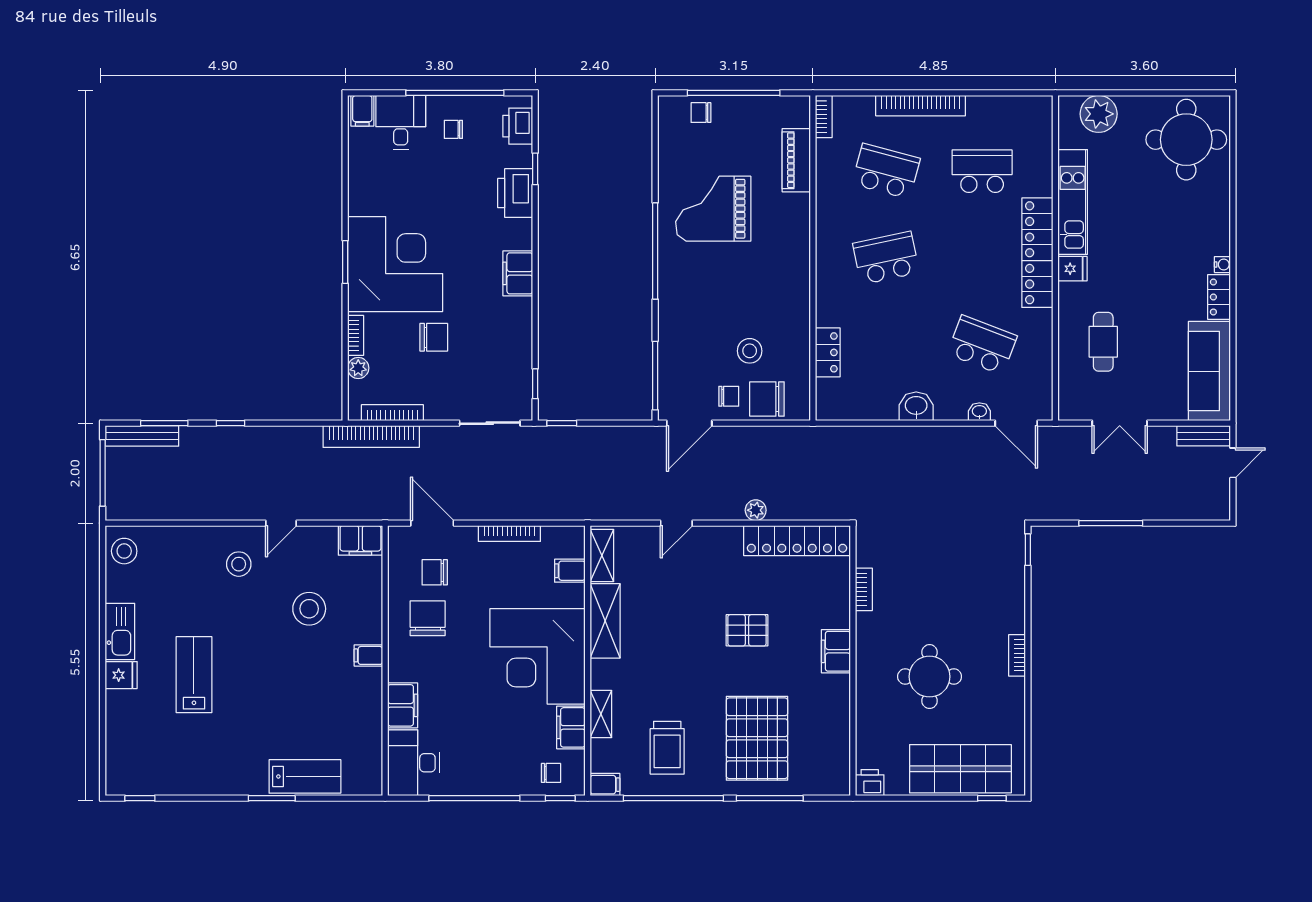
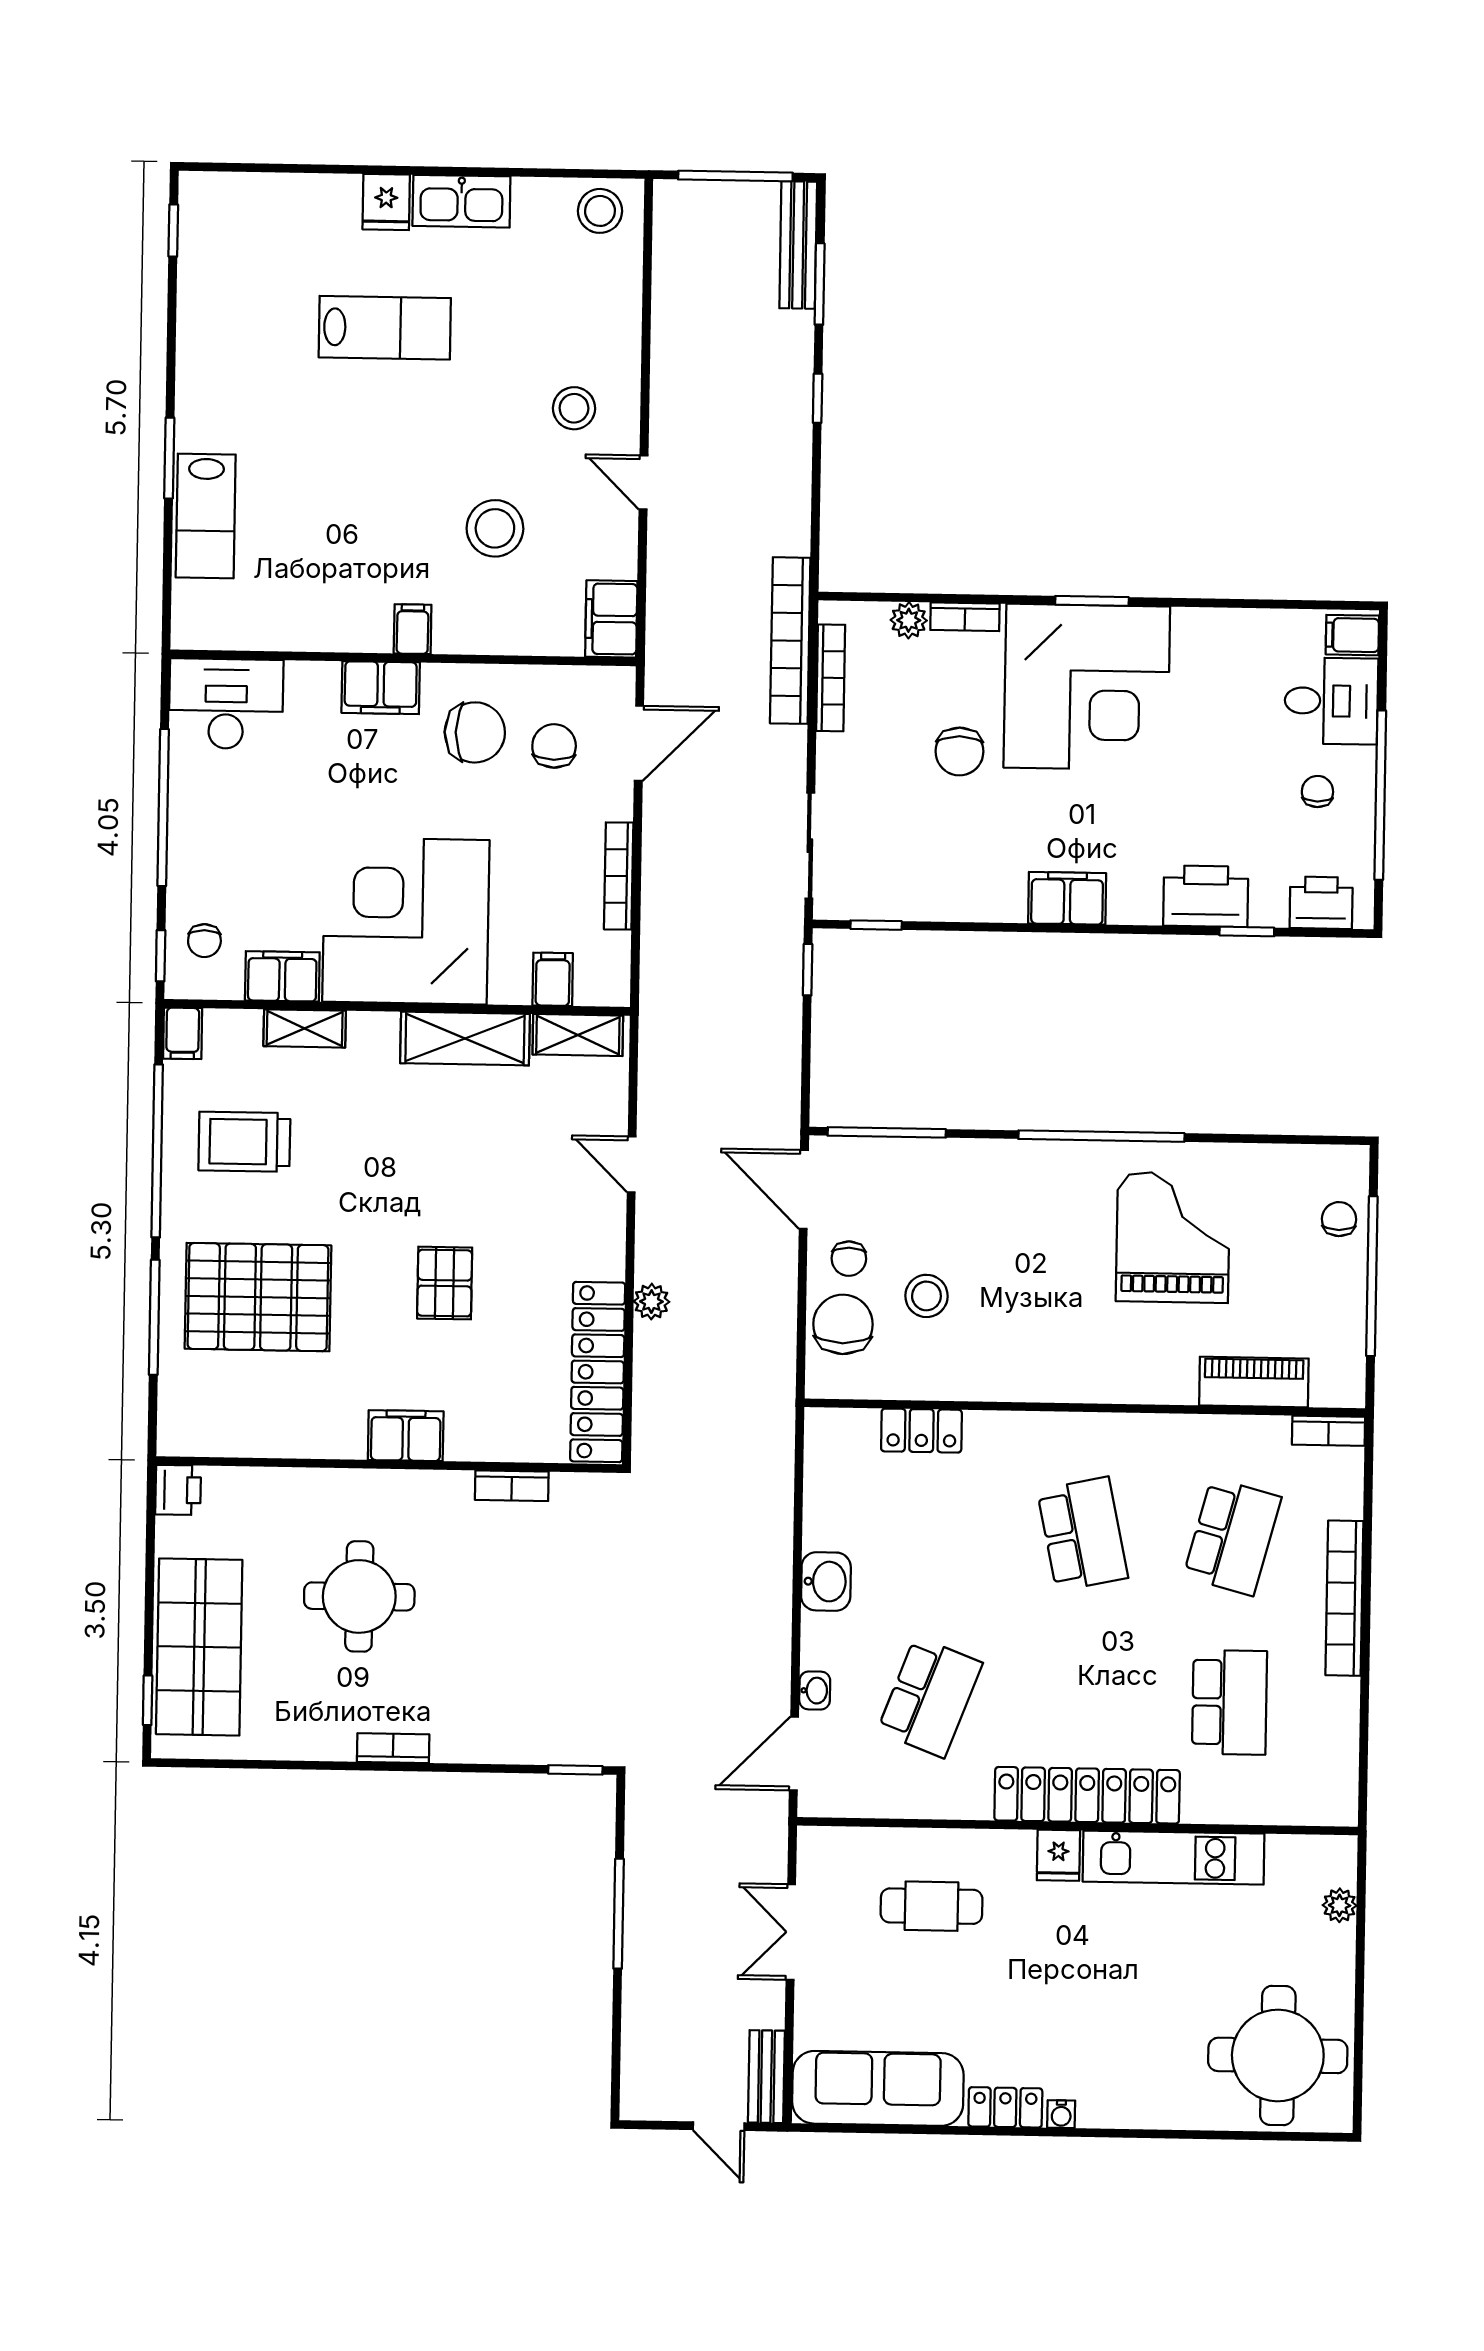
plant: (1099, 114) -> (1340, 1905), width x0.53, depth x0.53
filing cabinet: (403, 705) -> (381, 688), moved

